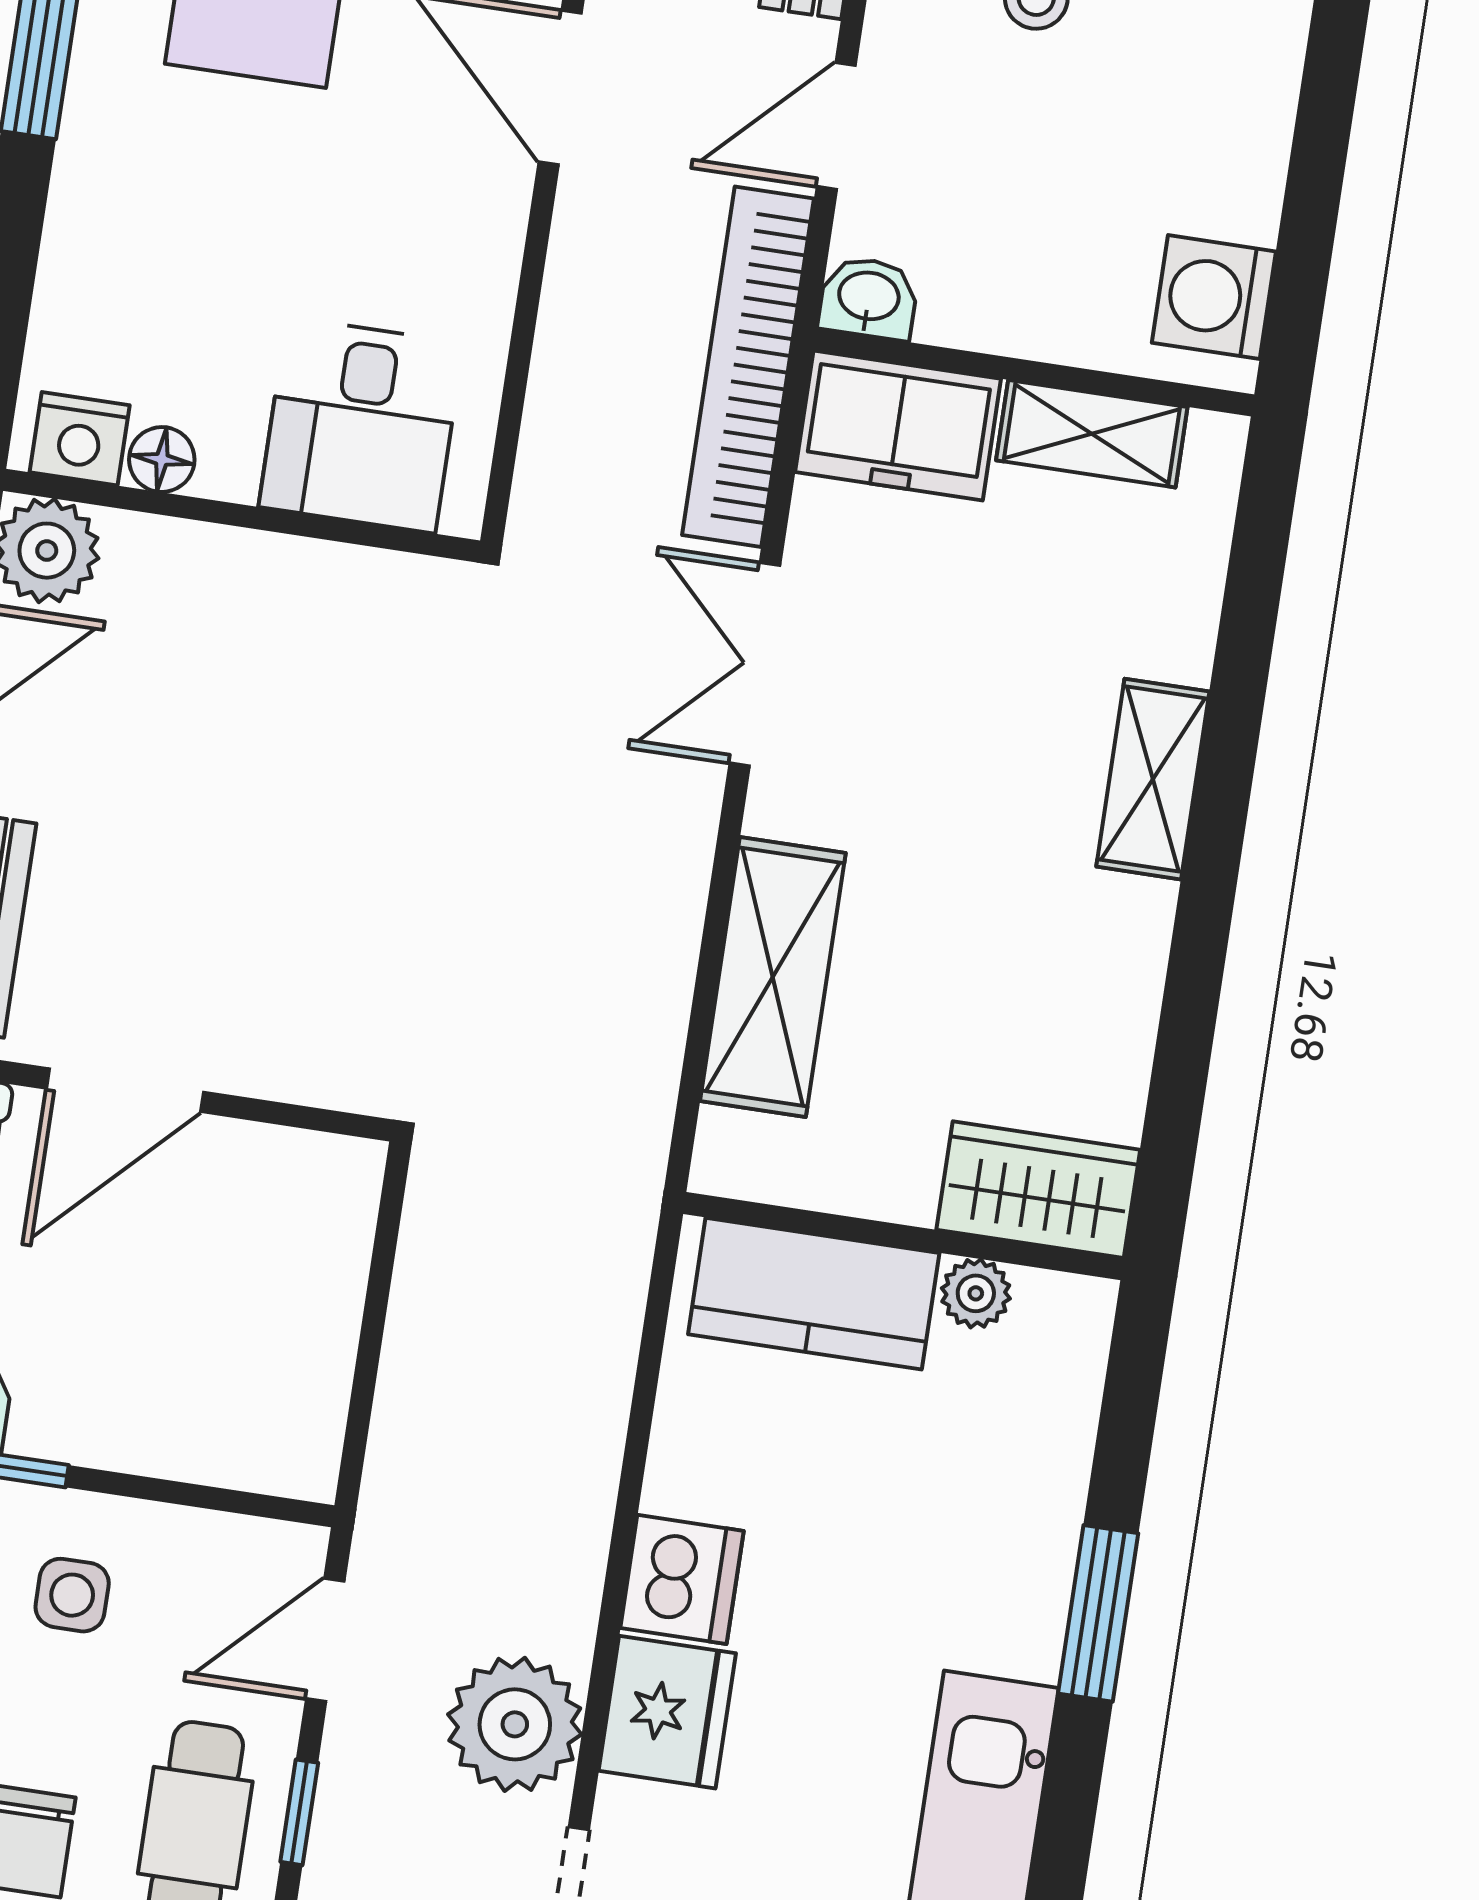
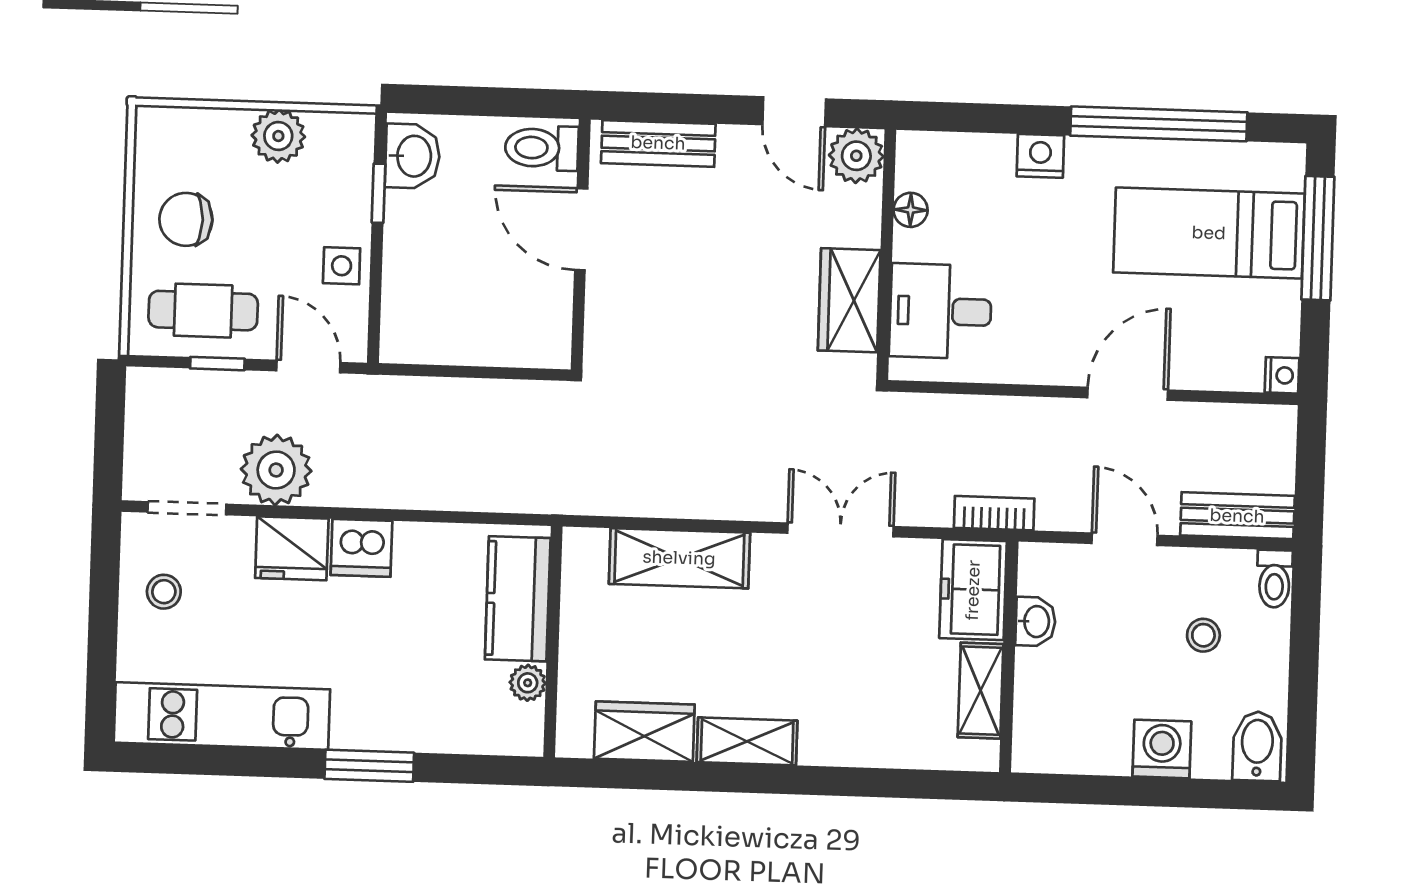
washing machine: (1214, 297) -> (1162, 749), moved
washbasin: (869, 298) -> (1035, 622), moved
bookcase: (748, 367) -> (994, 513), width x0.43, depth x0.76
nightstand: (80, 439) -> (1040, 156), moved, turned 90
wardrobe: (320, 596) -> (849, 300), added
shelving: (1153, 779) -> (747, 741), moved
wardrobe: (1038, 1190) -> (644, 732), moved, turned -90
side table: (72, 1595) -> (342, 266), moved

